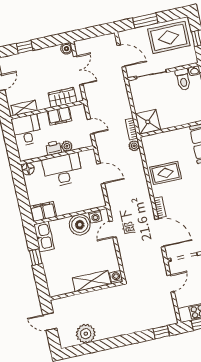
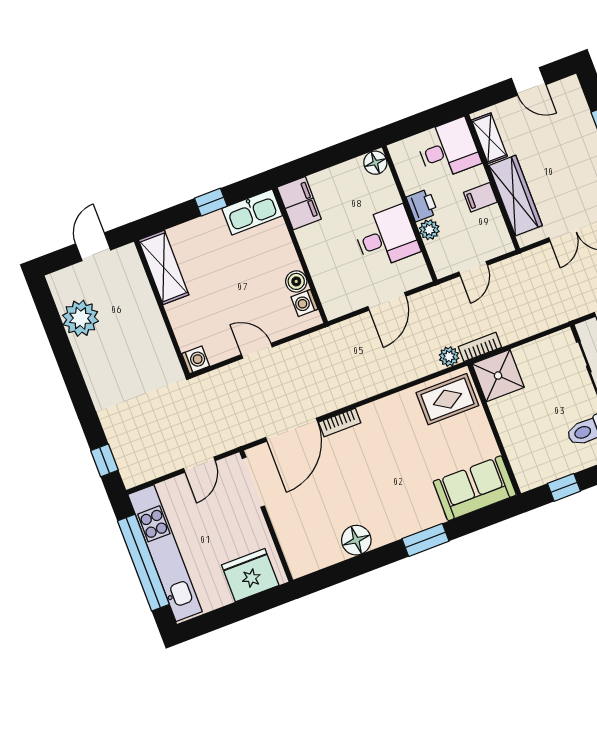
wardrobe: (62, 97) -> (516, 196), width x1.50
filing cabinet: (59, 116) -> (480, 197), width x0.50
desk: (63, 170) -> (386, 237), width x0.73
rug: (166, 173) -> (447, 399), moved, turned 90
boiler: (80, 225) -> (296, 281), width x0.54, depth x0.54
door: (113, 229) -> (257, 351), moved
shelving: (92, 281) -> (164, 267), moved
door: (171, 283) -> (199, 465), hinge flipped

